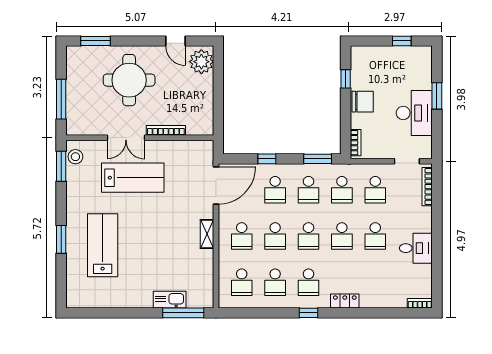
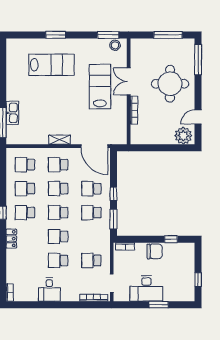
window: (96, 41) -> (198, 60), width x1.44
window: (61, 99) -> (168, 35), moved
chair: (363, 102) -> (155, 251), turned -90
window: (267, 159) -> (113, 194), moved
lab bench: (133, 178) -> (100, 86), turned 180
school desk: (342, 190) -> (91, 237), removed

